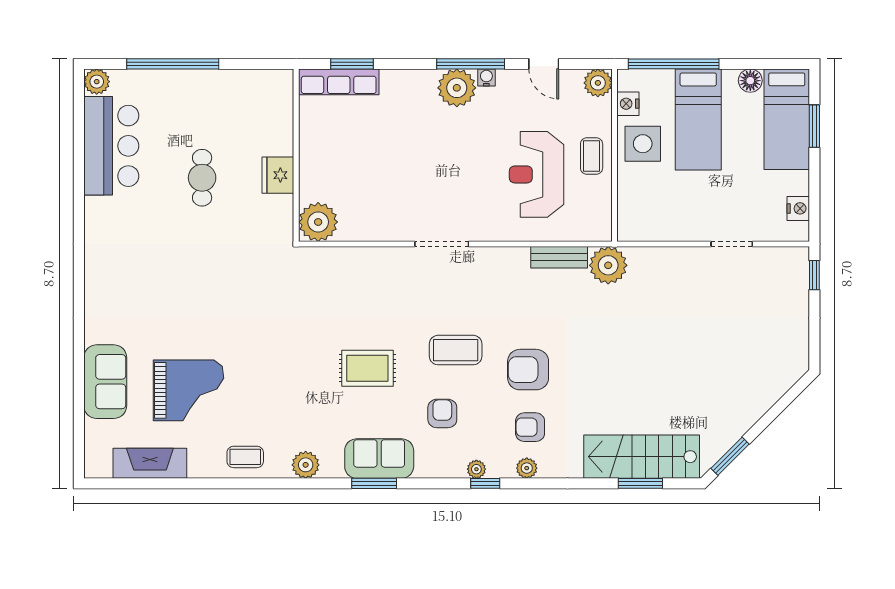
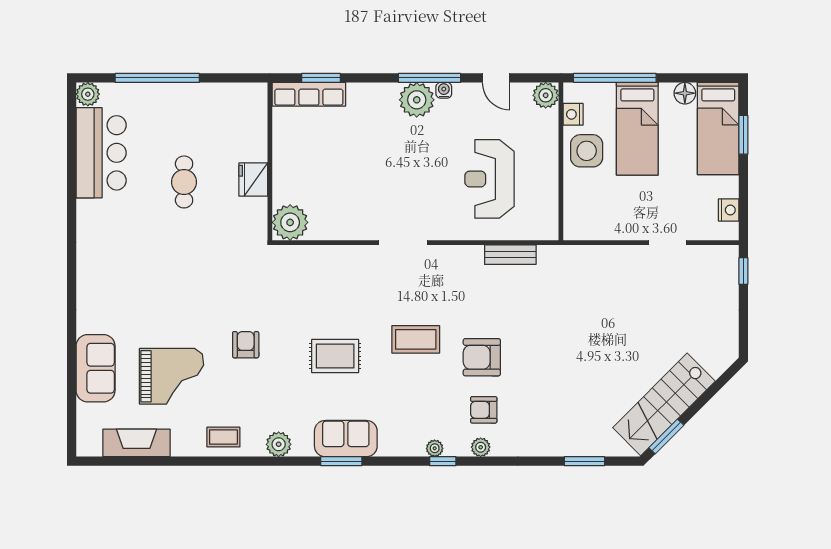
coffee table: (592, 156) -> (540, 162), removed
plant: (608, 265) -> (555, 262), removed
armchair: (442, 413) -> (246, 345), moved
stairs: (642, 457) -> (664, 404), moved, turned -45

